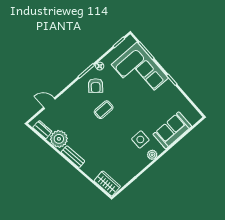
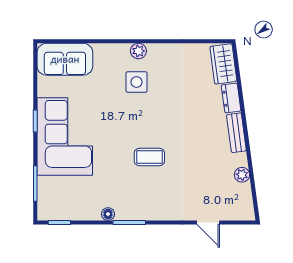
corner sofa: (140, 71) -> (65, 137), moved
armchair: (96, 86) -> (134, 195), removed
dresser: (42, 130) -> (231, 98), moved
sofa: (172, 130) -> (65, 59), moved
plant: (59, 139) -> (242, 175), width x0.53, depth x0.53

